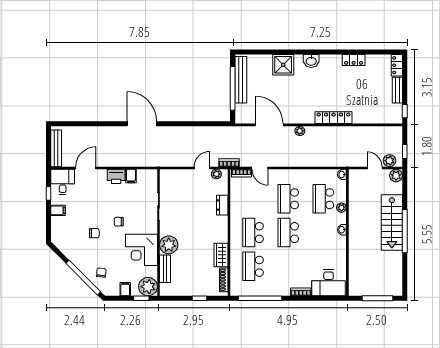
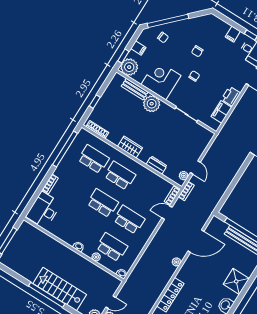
filing cabinet: (131, 176) -> (221, 112), width x2.00
wardrobe: (221, 255) -> (130, 147), moved

